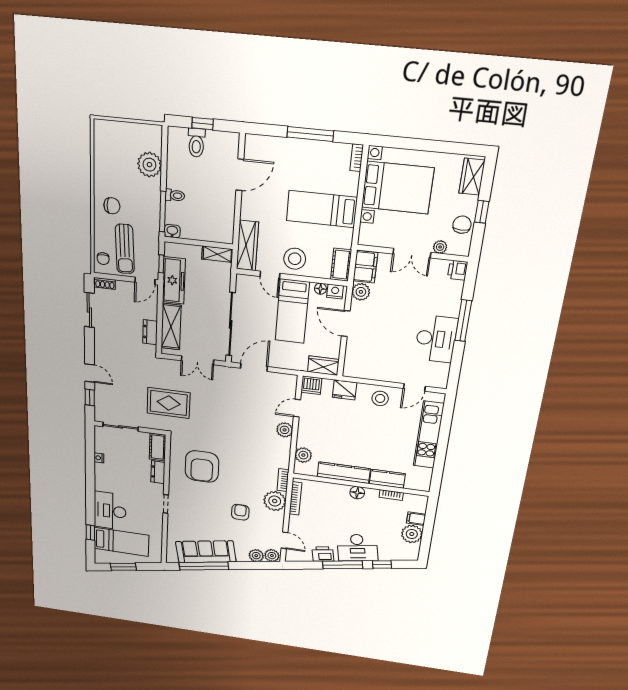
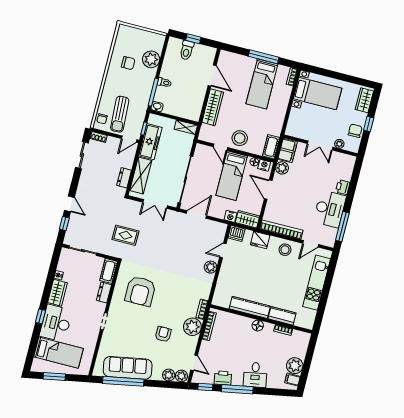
door: (240, 175) -> (212, 76), hinge flipped
bed with nightstands: (397, 188) -> (318, 94), width x0.73
chair: (112, 206) -> (128, 63), moved
bed: (322, 209) -> (262, 84), moved, turned -90
wardrobe: (247, 246) -> (213, 107), moved
printer: (458, 270) -> (343, 187), moved
window: (463, 321) -> (342, 227), moved
nightstand: (300, 365) -> (230, 216), added
bookcase: (372, 374) -> (281, 230), added
rug: (169, 403) -> (126, 235), width x0.73, depth x0.70
plant: (303, 455) -> (221, 290), removed
wardrobe: (103, 478) -> (57, 293), added
filing cabinet: (416, 519) -> (293, 380), moved
window: (90, 533) -> (40, 316), moved
desk: (357, 548) -> (255, 375), width x0.73
window: (382, 565) -> (205, 387), moved

